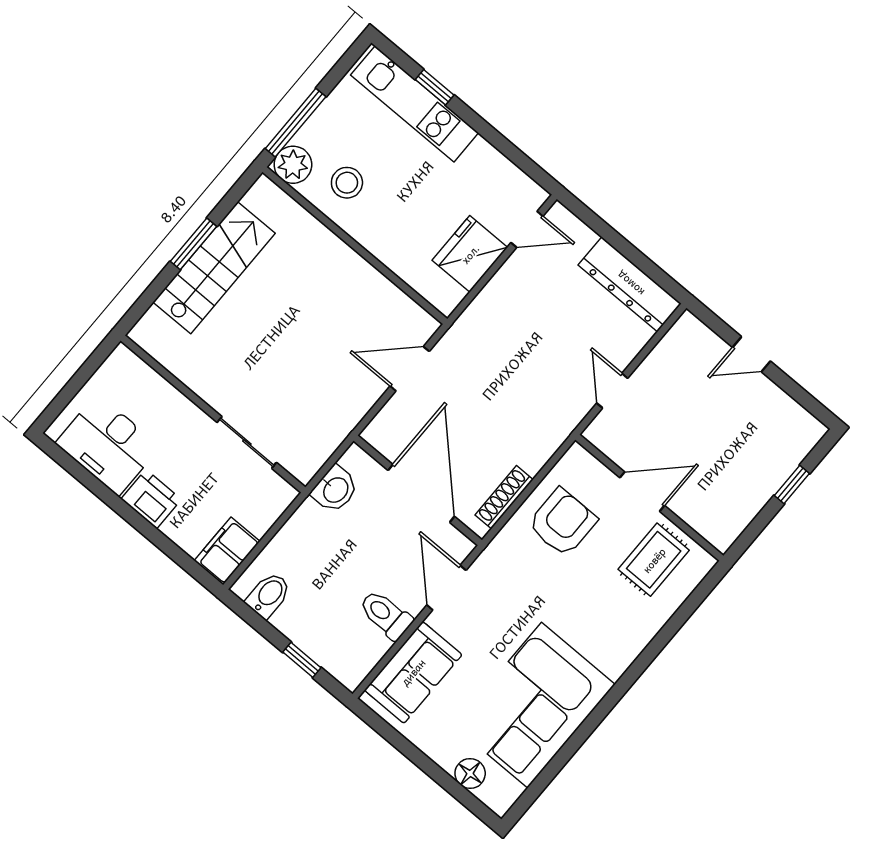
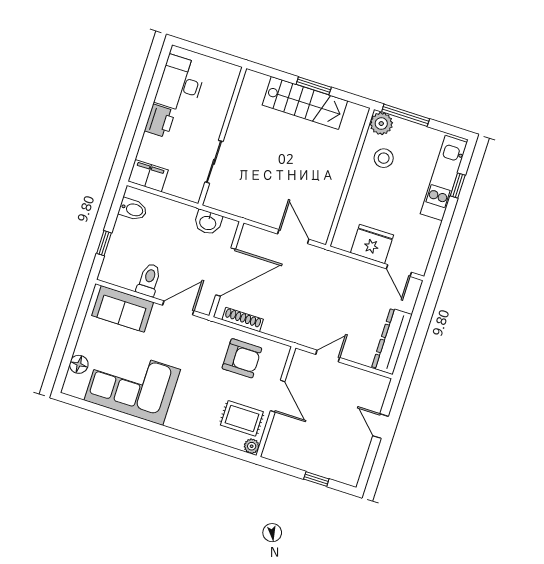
plant: (702, 562) -> (252, 446), added

